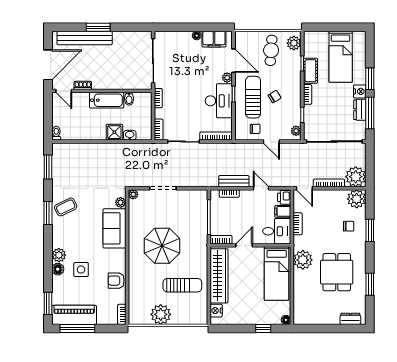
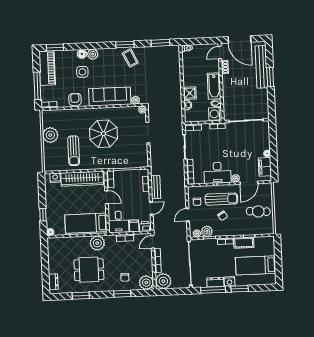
plant: (294, 43) -> (207, 231), moved
washing machine: (143, 100) -> (215, 114), added
sofa: (114, 228) -> (110, 97), width x1.36
window: (77, 328) -> (37, 86), moved

